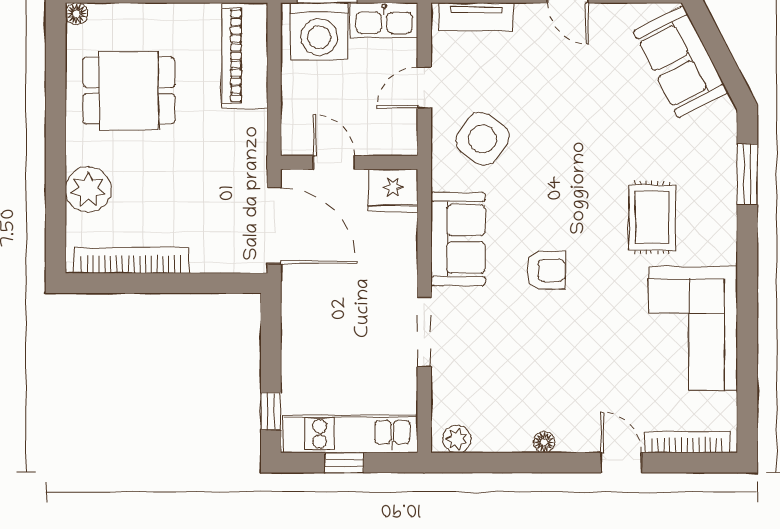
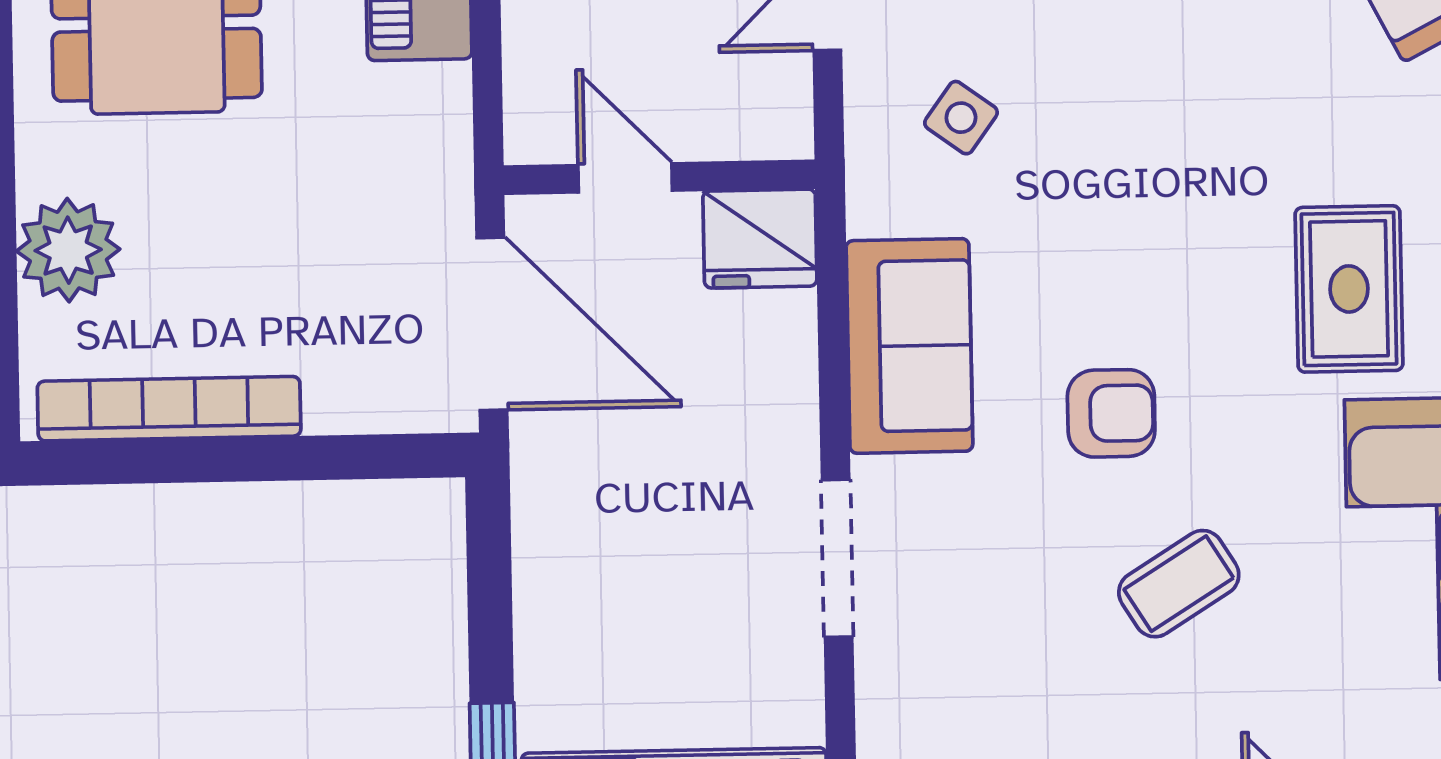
side table: (483, 139) -> (961, 118), width x0.54, depth x0.54
coffee table: (575, 346) -> (1179, 584), added

